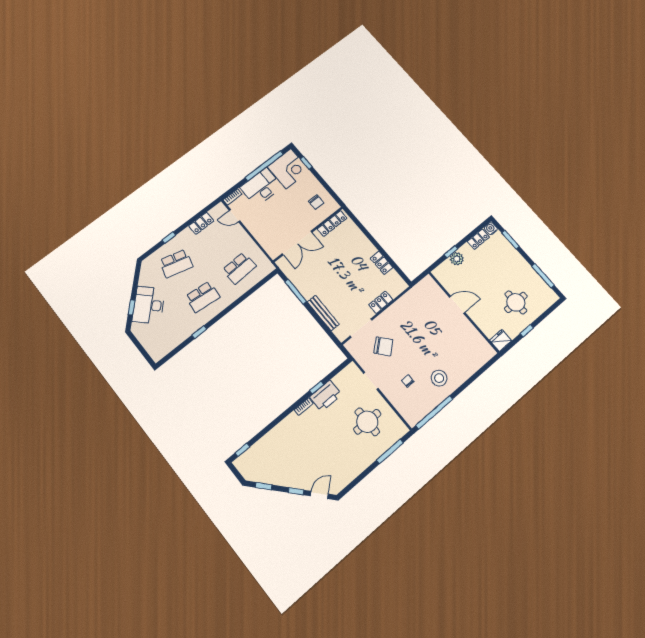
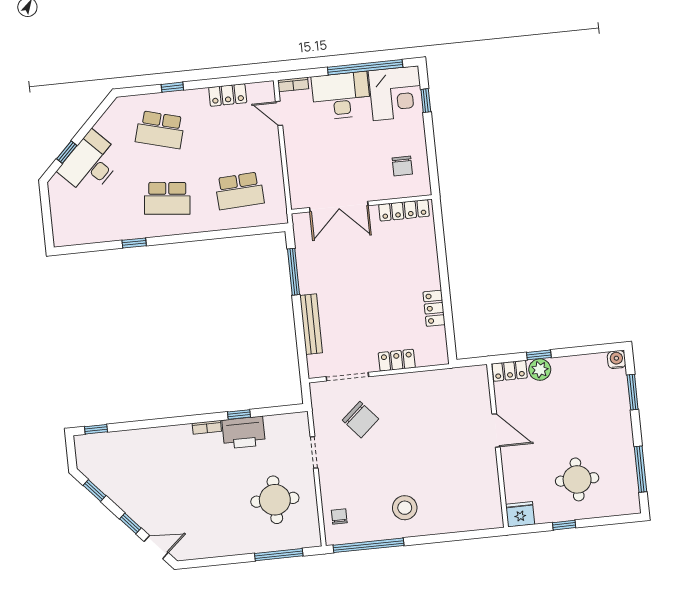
locker: (478, 239) -> (510, 371), moved
chair: (408, 381) -> (339, 516), moved

